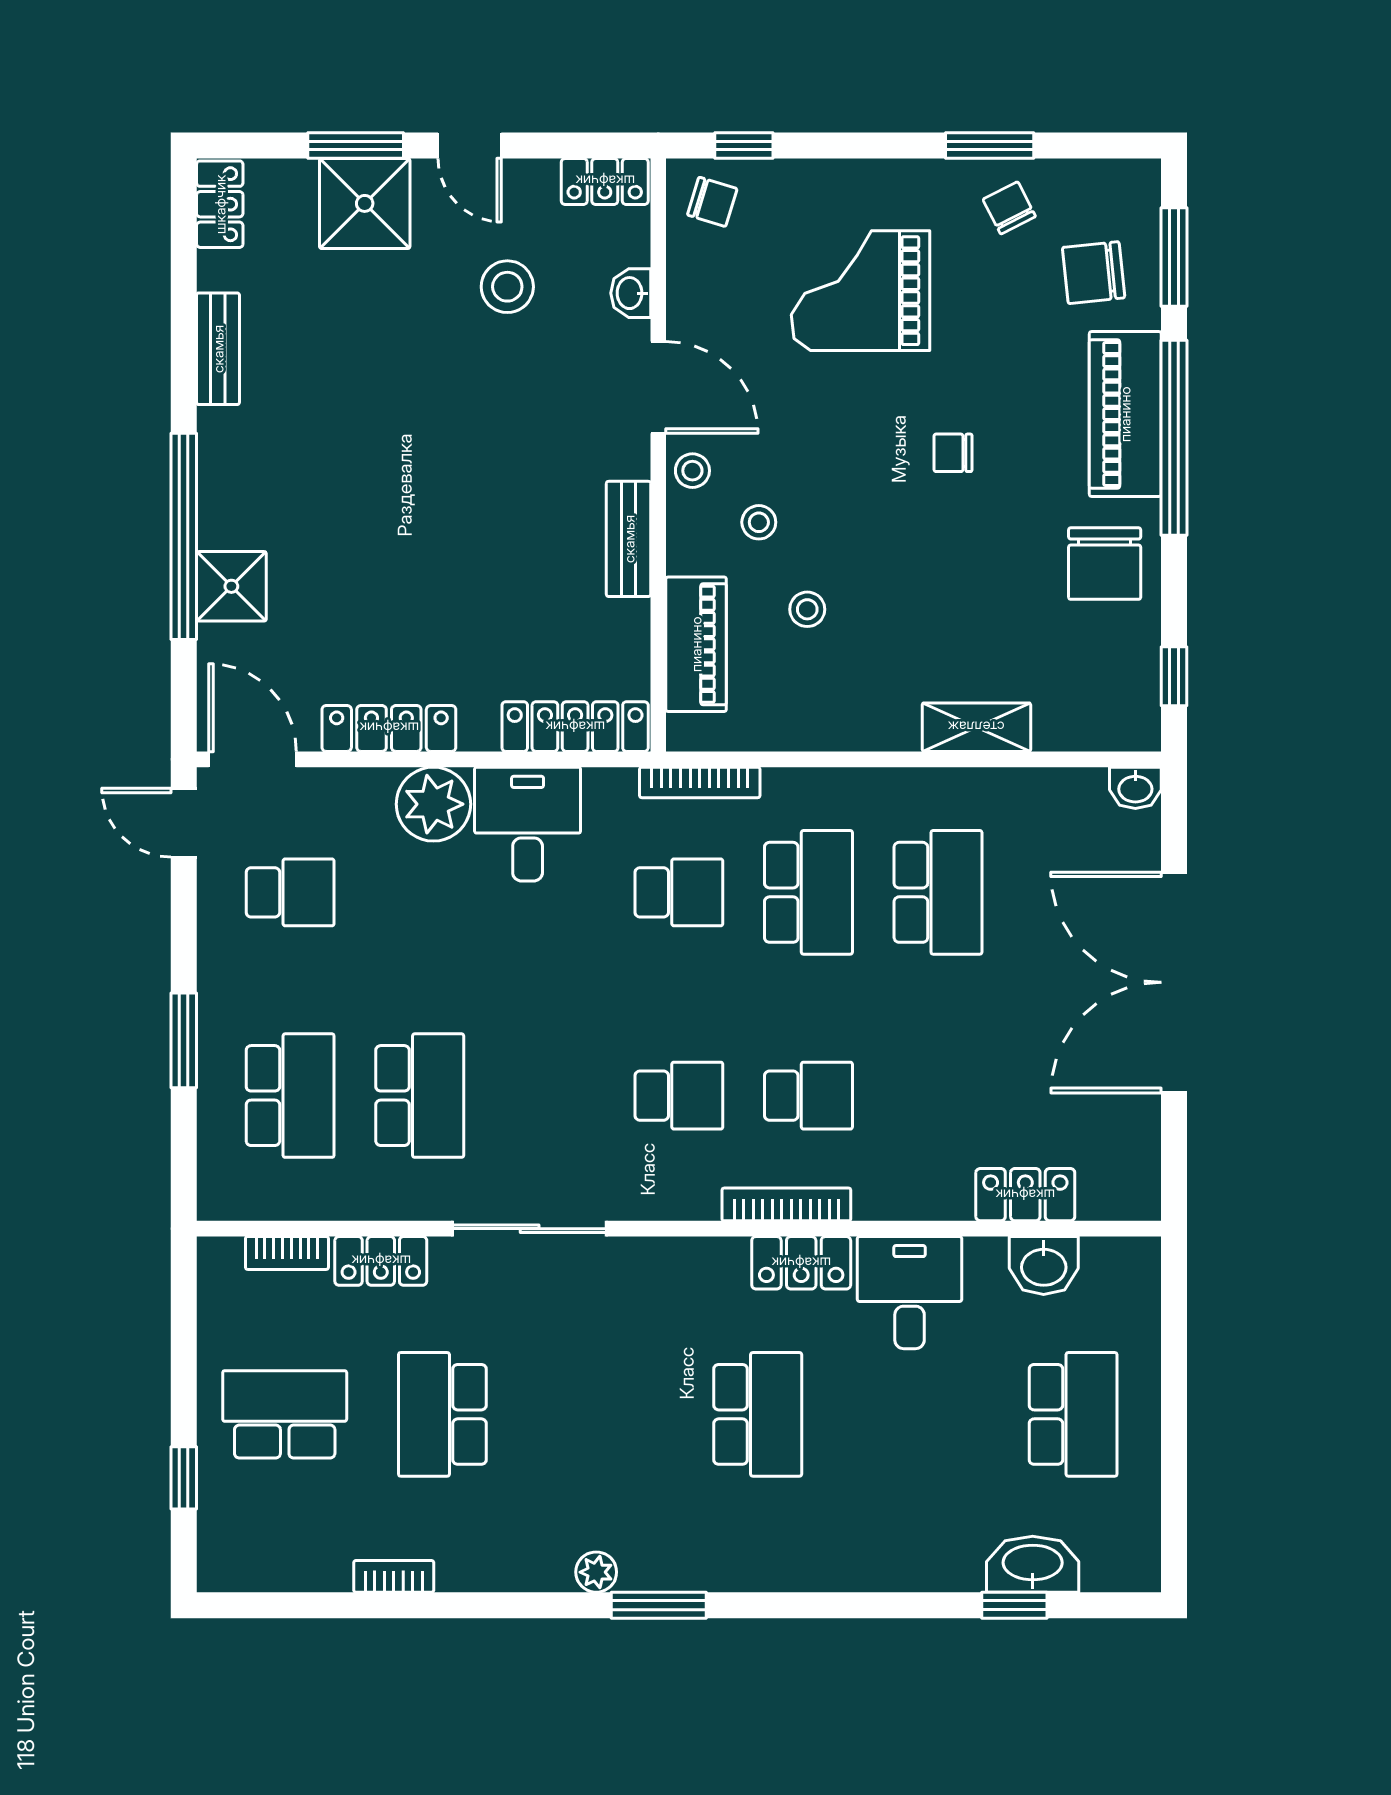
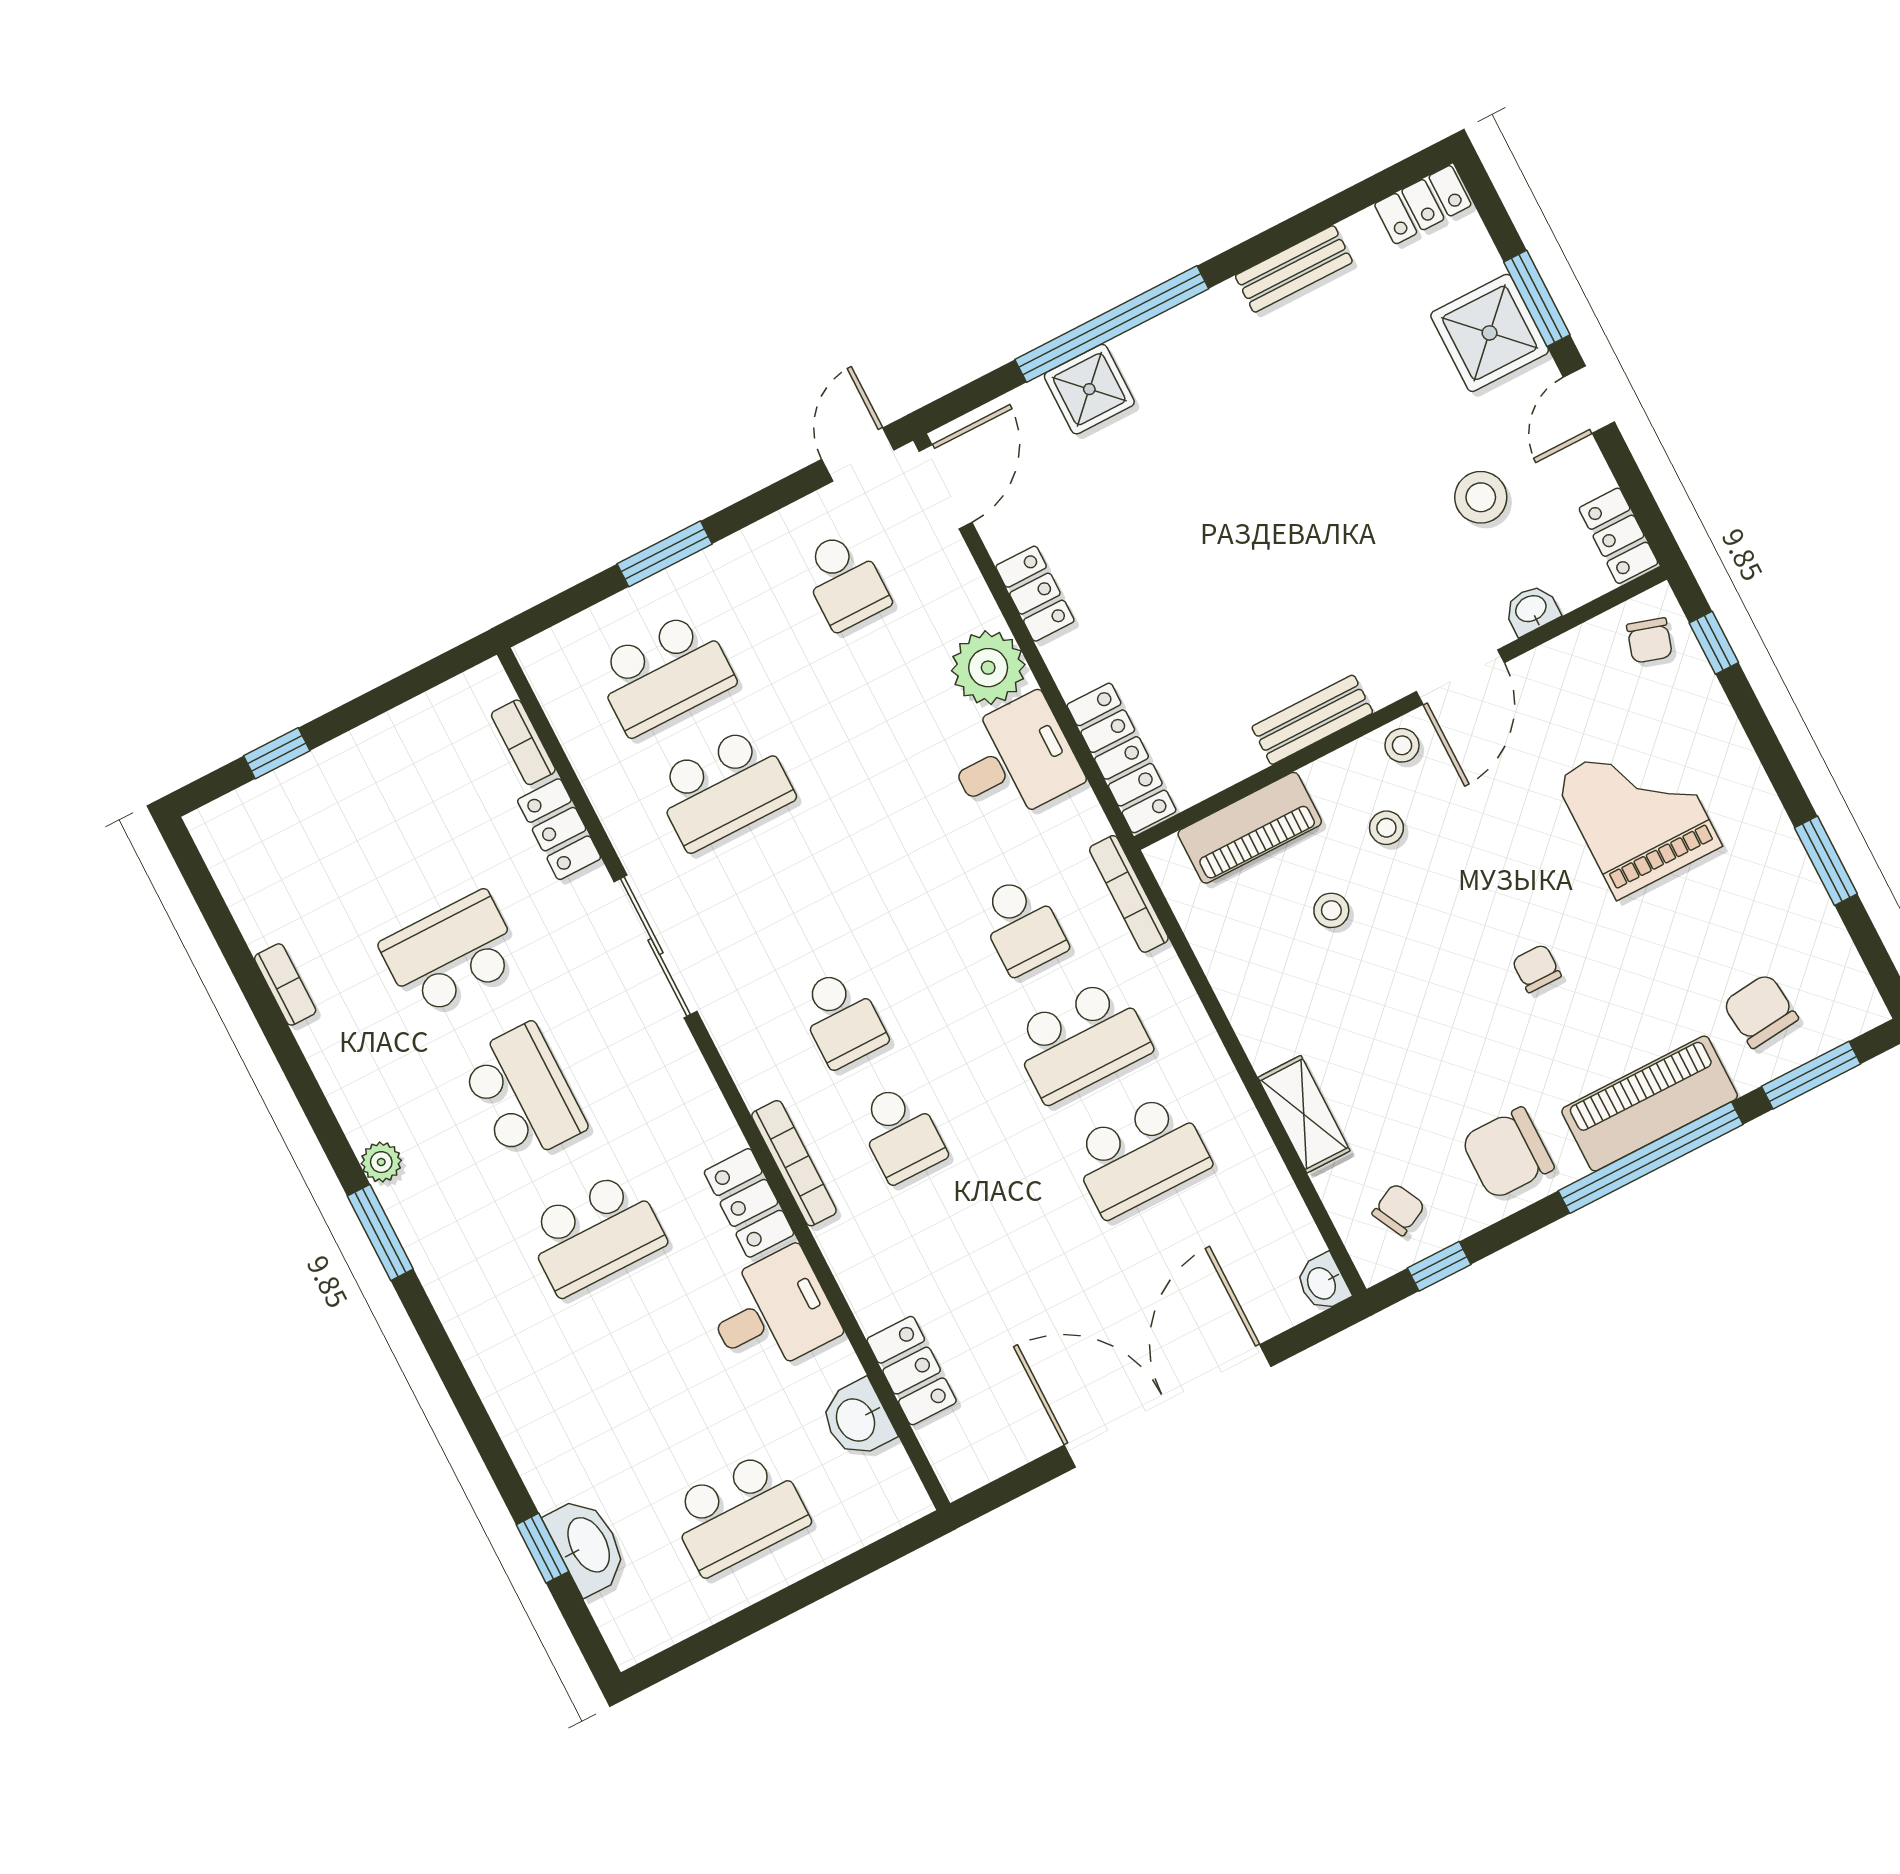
chair: (1009, 208) -> (1399, 1209), moved
locker: (389, 728) -> (1035, 594), width x0.66
school desk: (285, 1414) -> (523, 1094), moved

